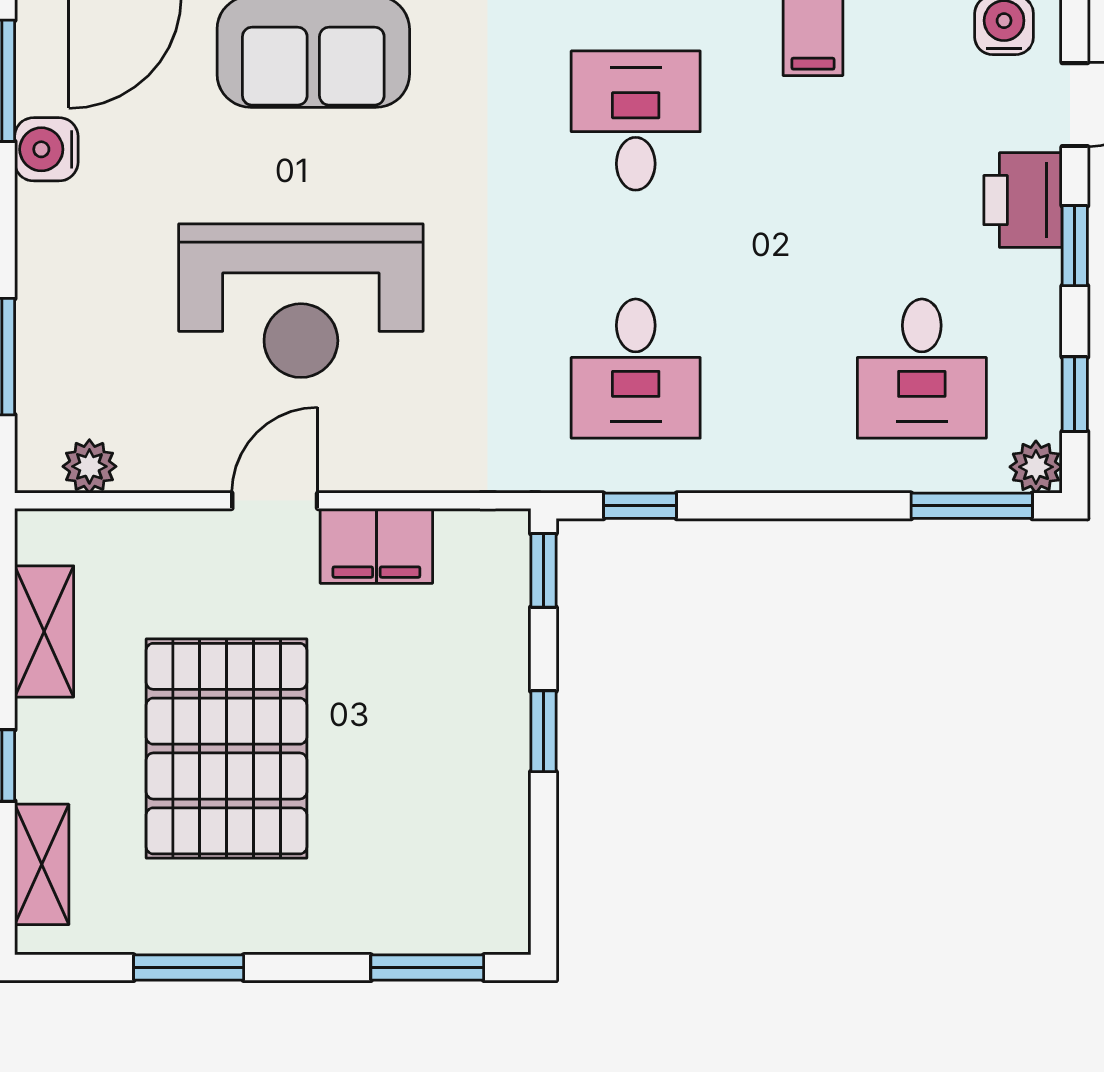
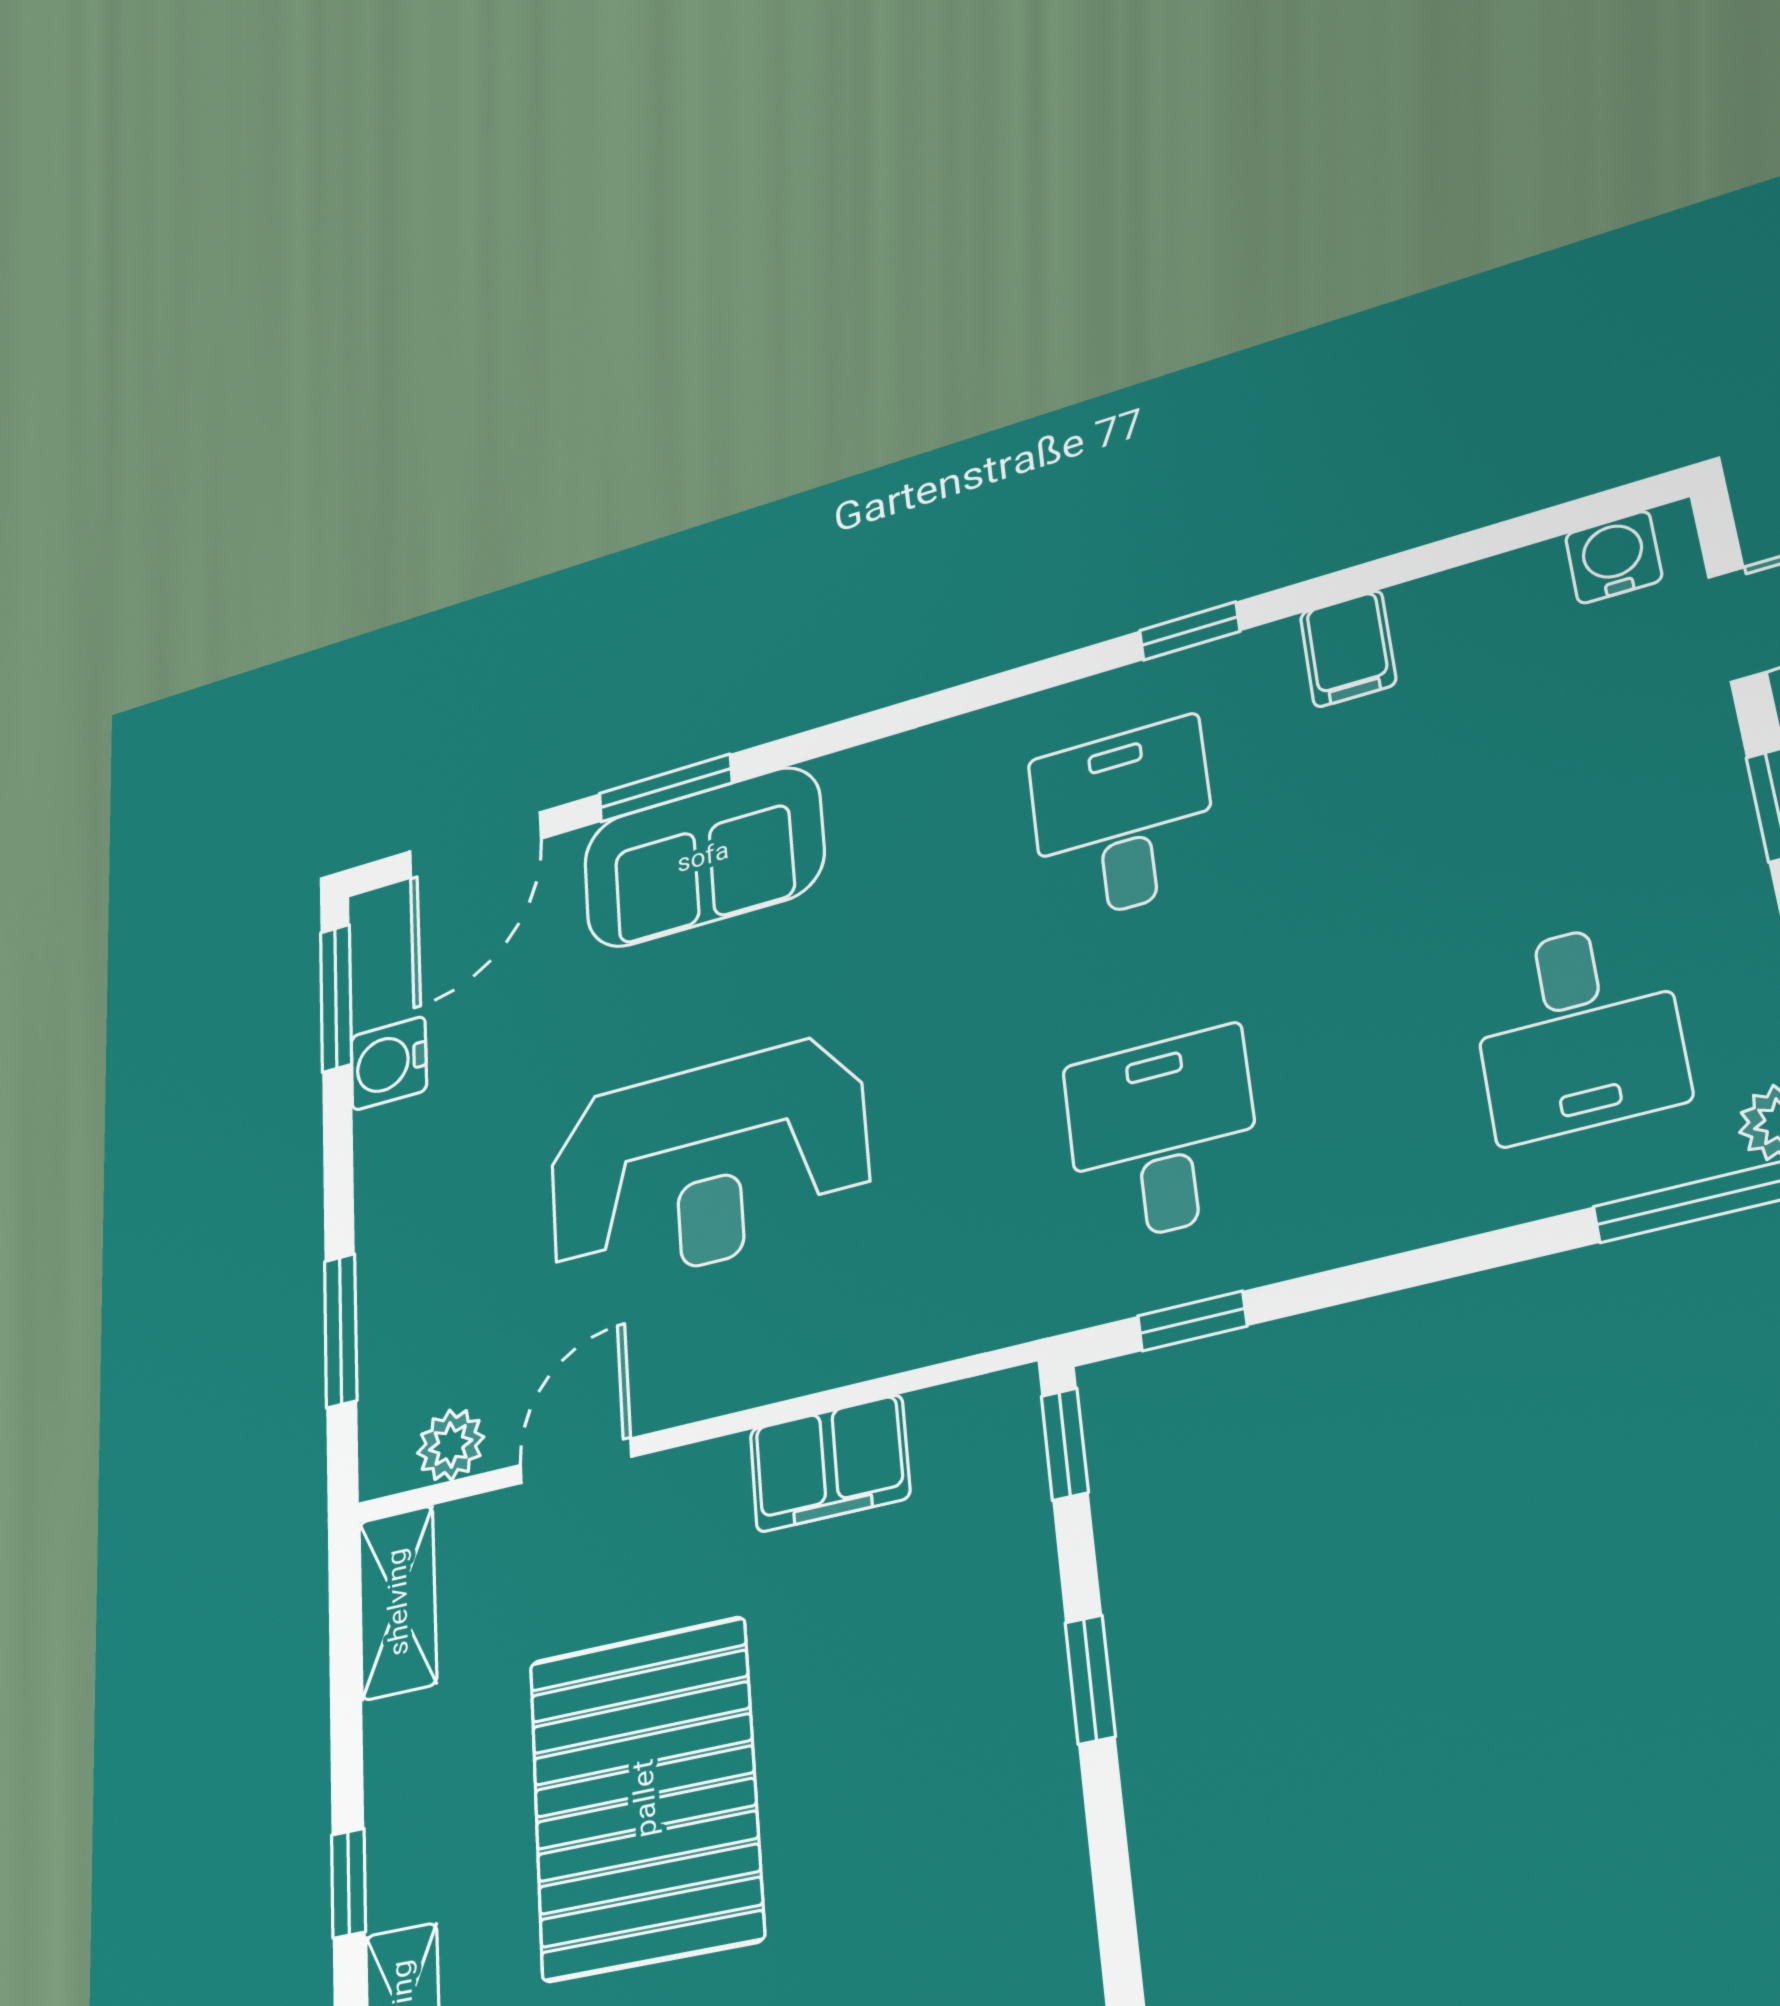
printer: (1023, 200) -> (1686, 767), removed
desk: (636, 369) -> (1163, 1136), turned 180
door: (275, 501) -> (576, 1461), moved
shelving: (44, 631) -> (398, 1602), moved

